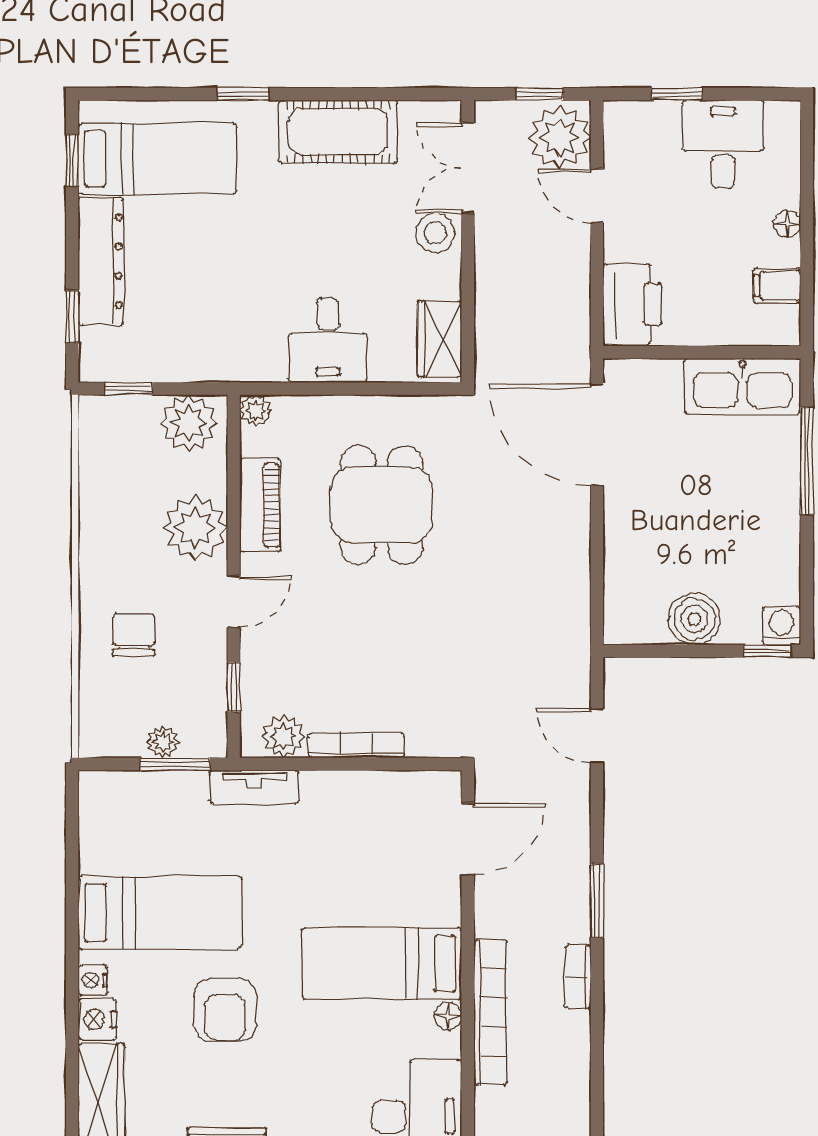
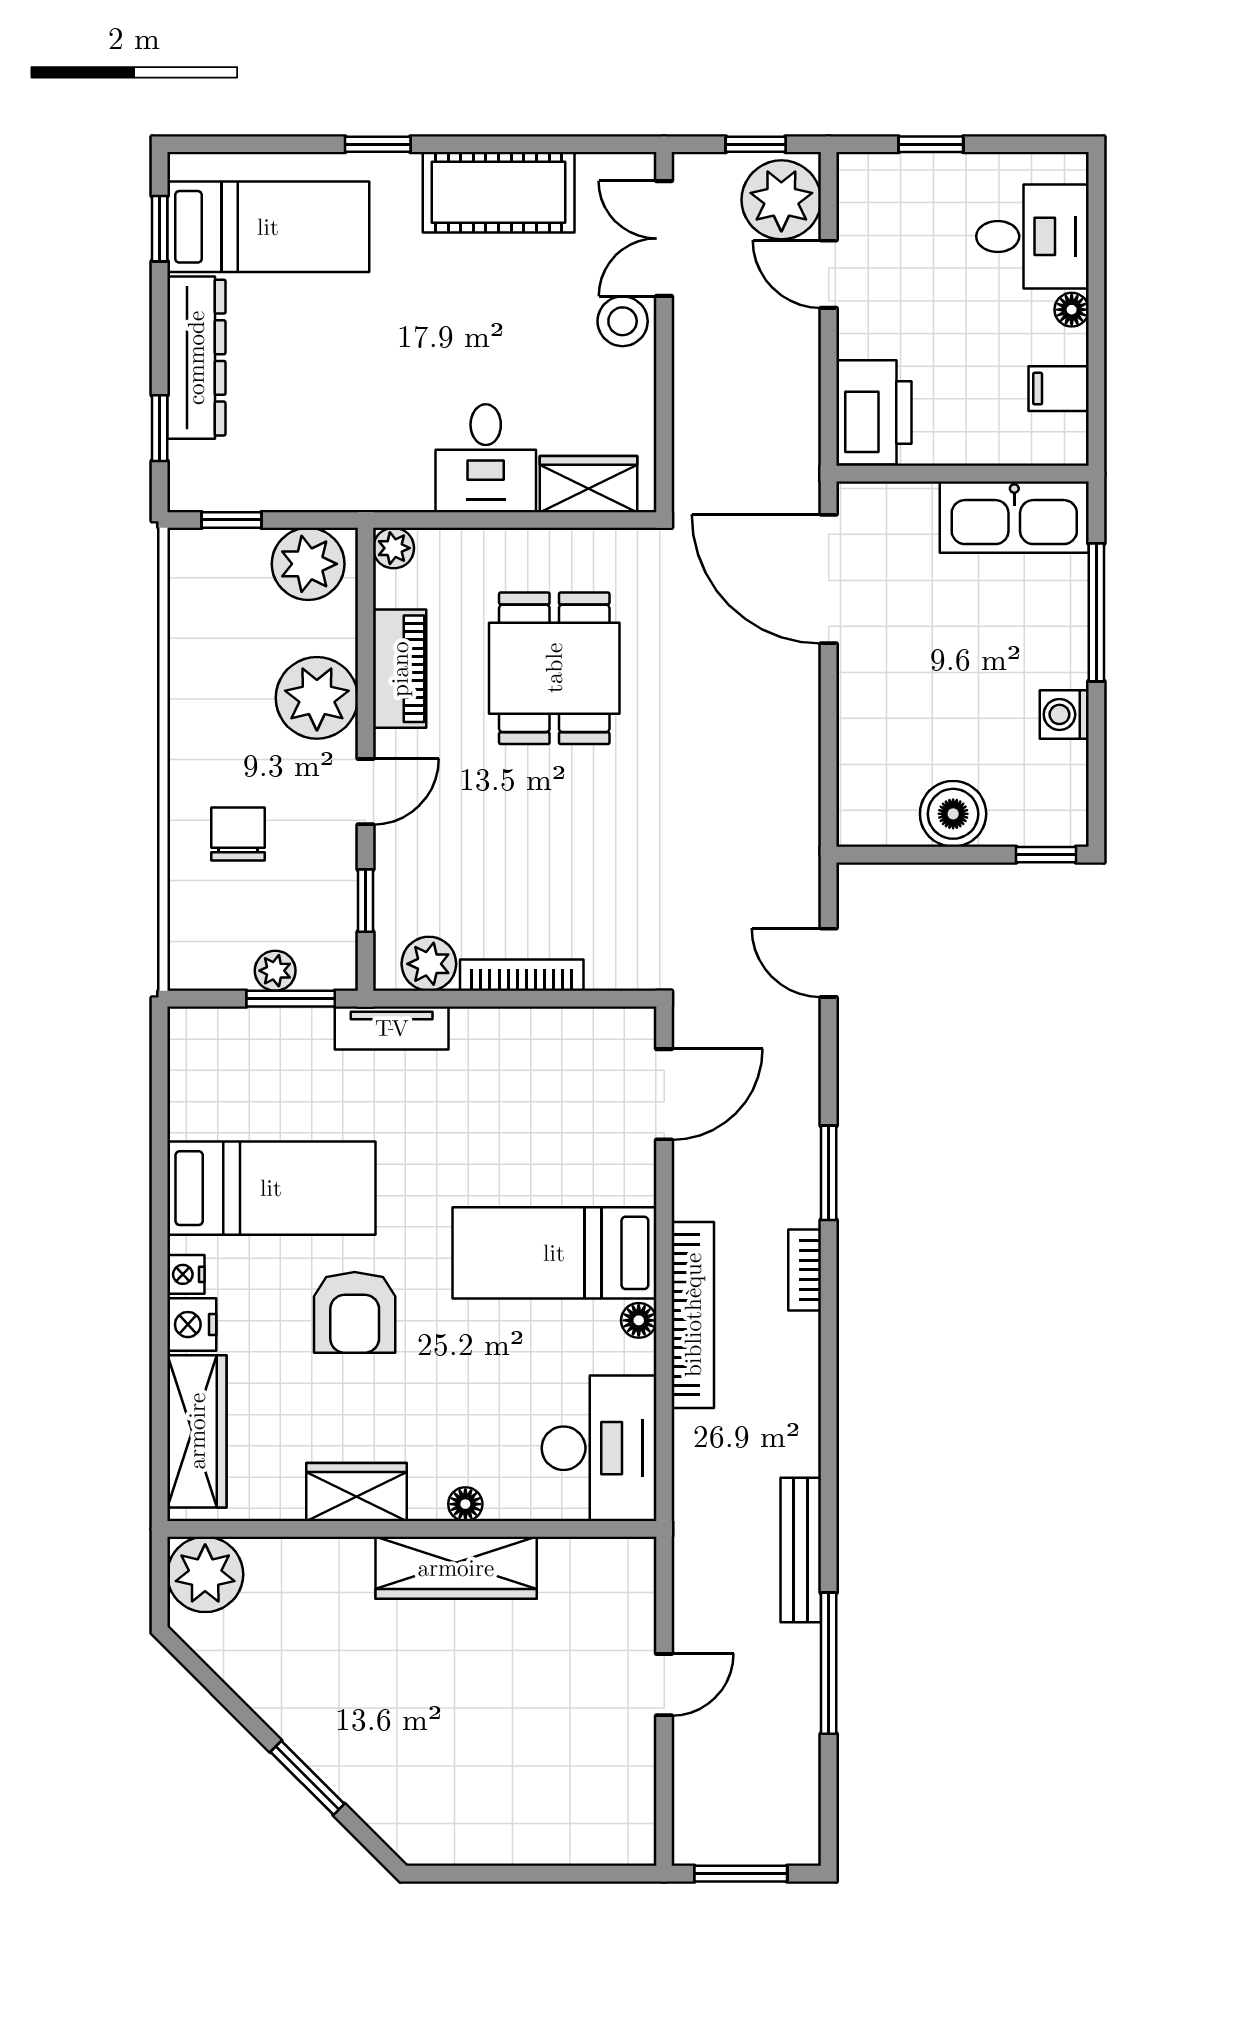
desk: (723, 144) -> (1032, 236), moved, turned 90
wardrobe: (440, 339) -> (589, 484), moved, turned 90
washing machine: (782, 626) -> (1064, 714), moved, turned -90

